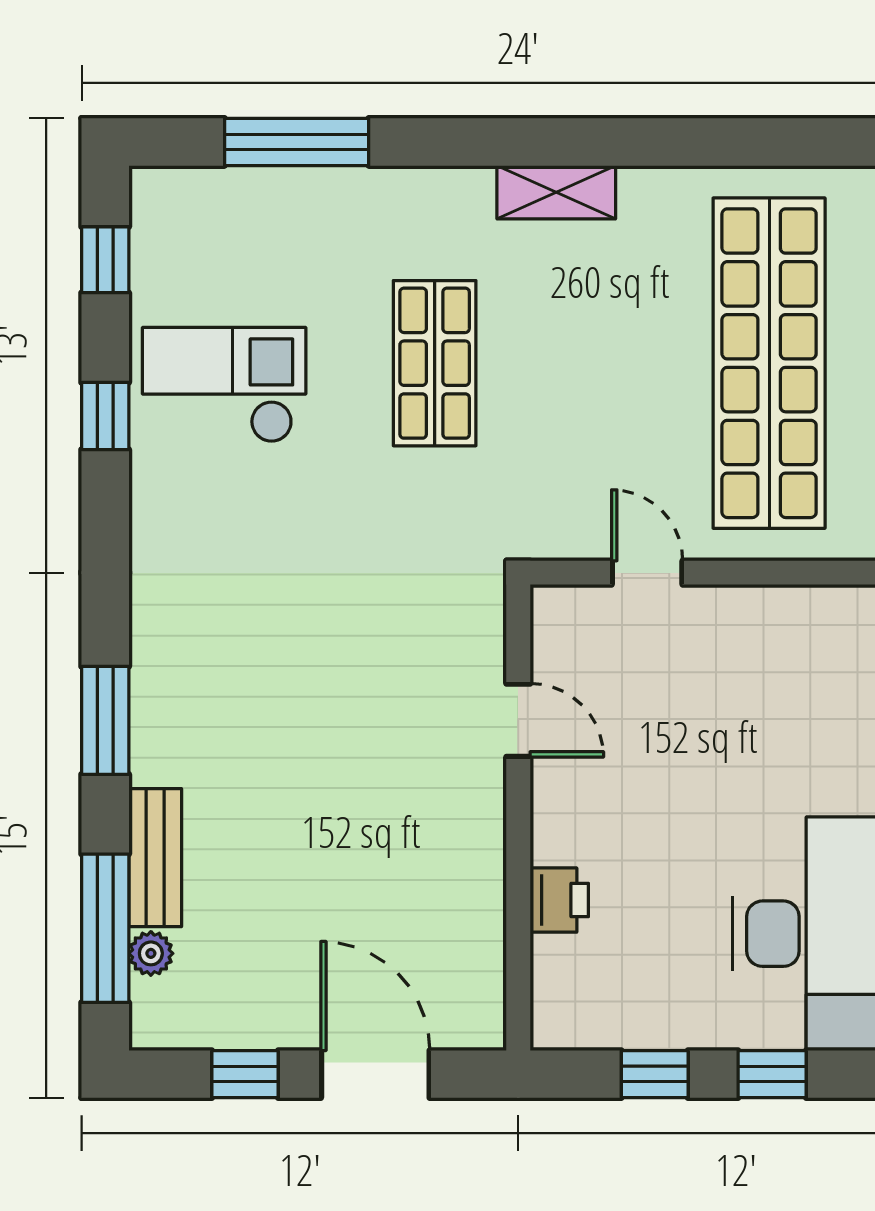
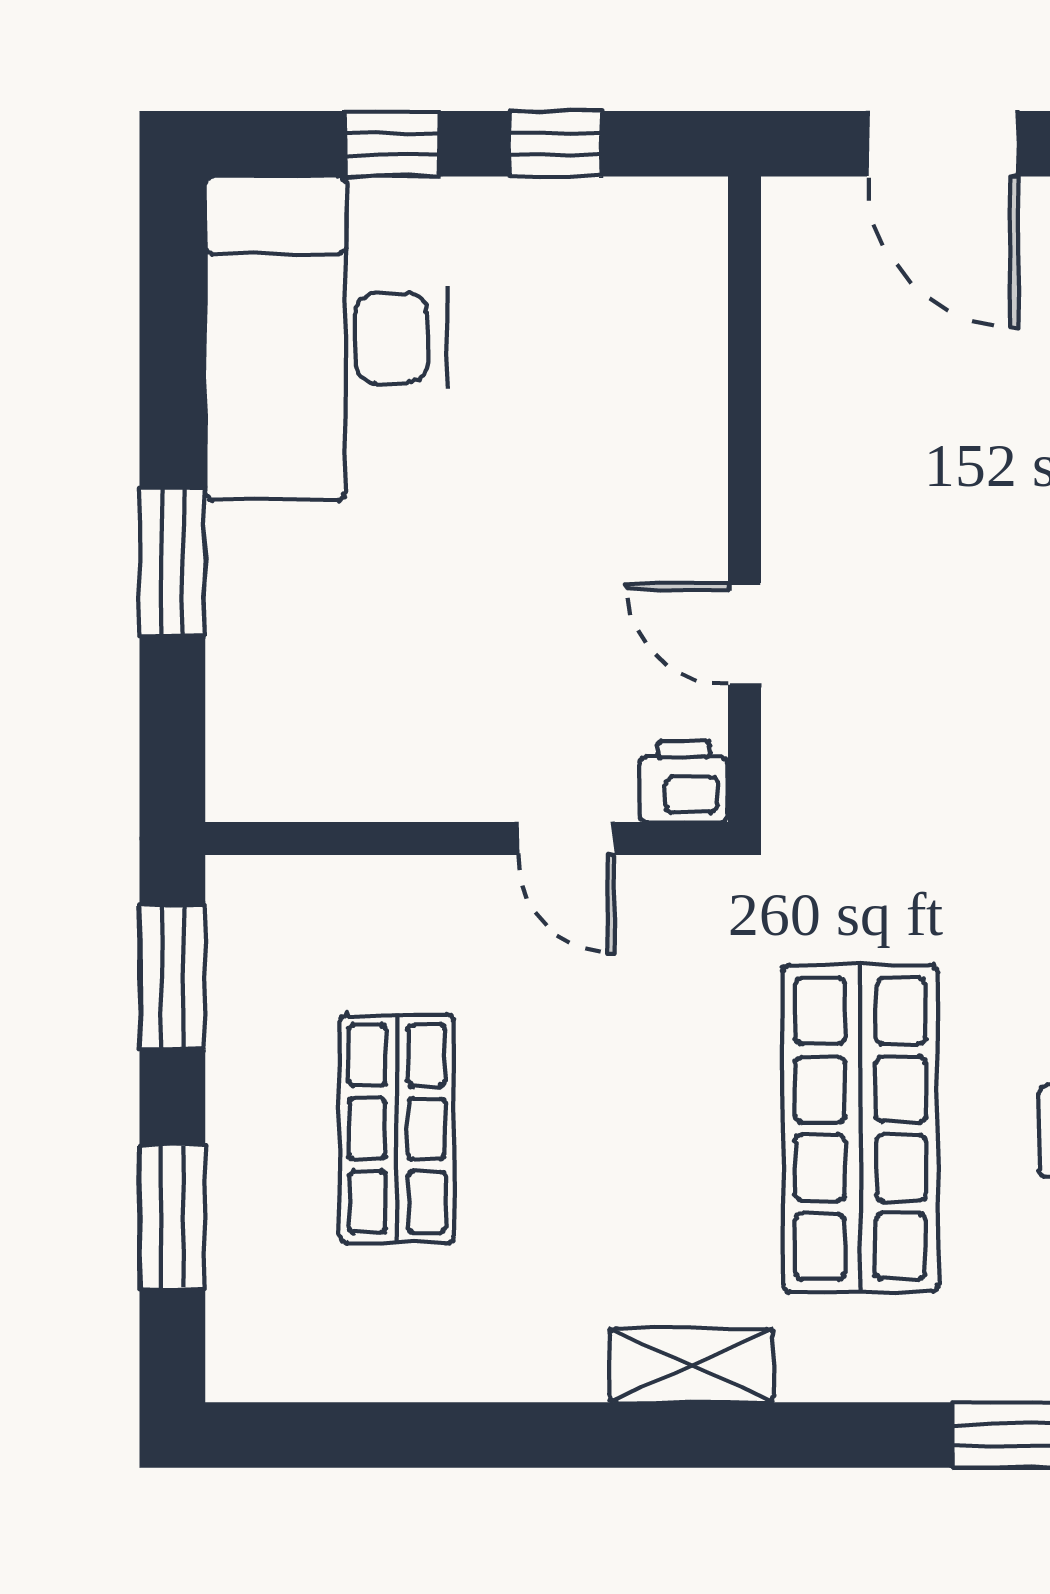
shop shelf: (435, 363) -> (860, 1129), width x1.43, depth x1.36
shop shelf: (769, 363) -> (397, 1129), width x0.50, depth x0.74
printer: (559, 900) -> (684, 782), moved, turned 90

